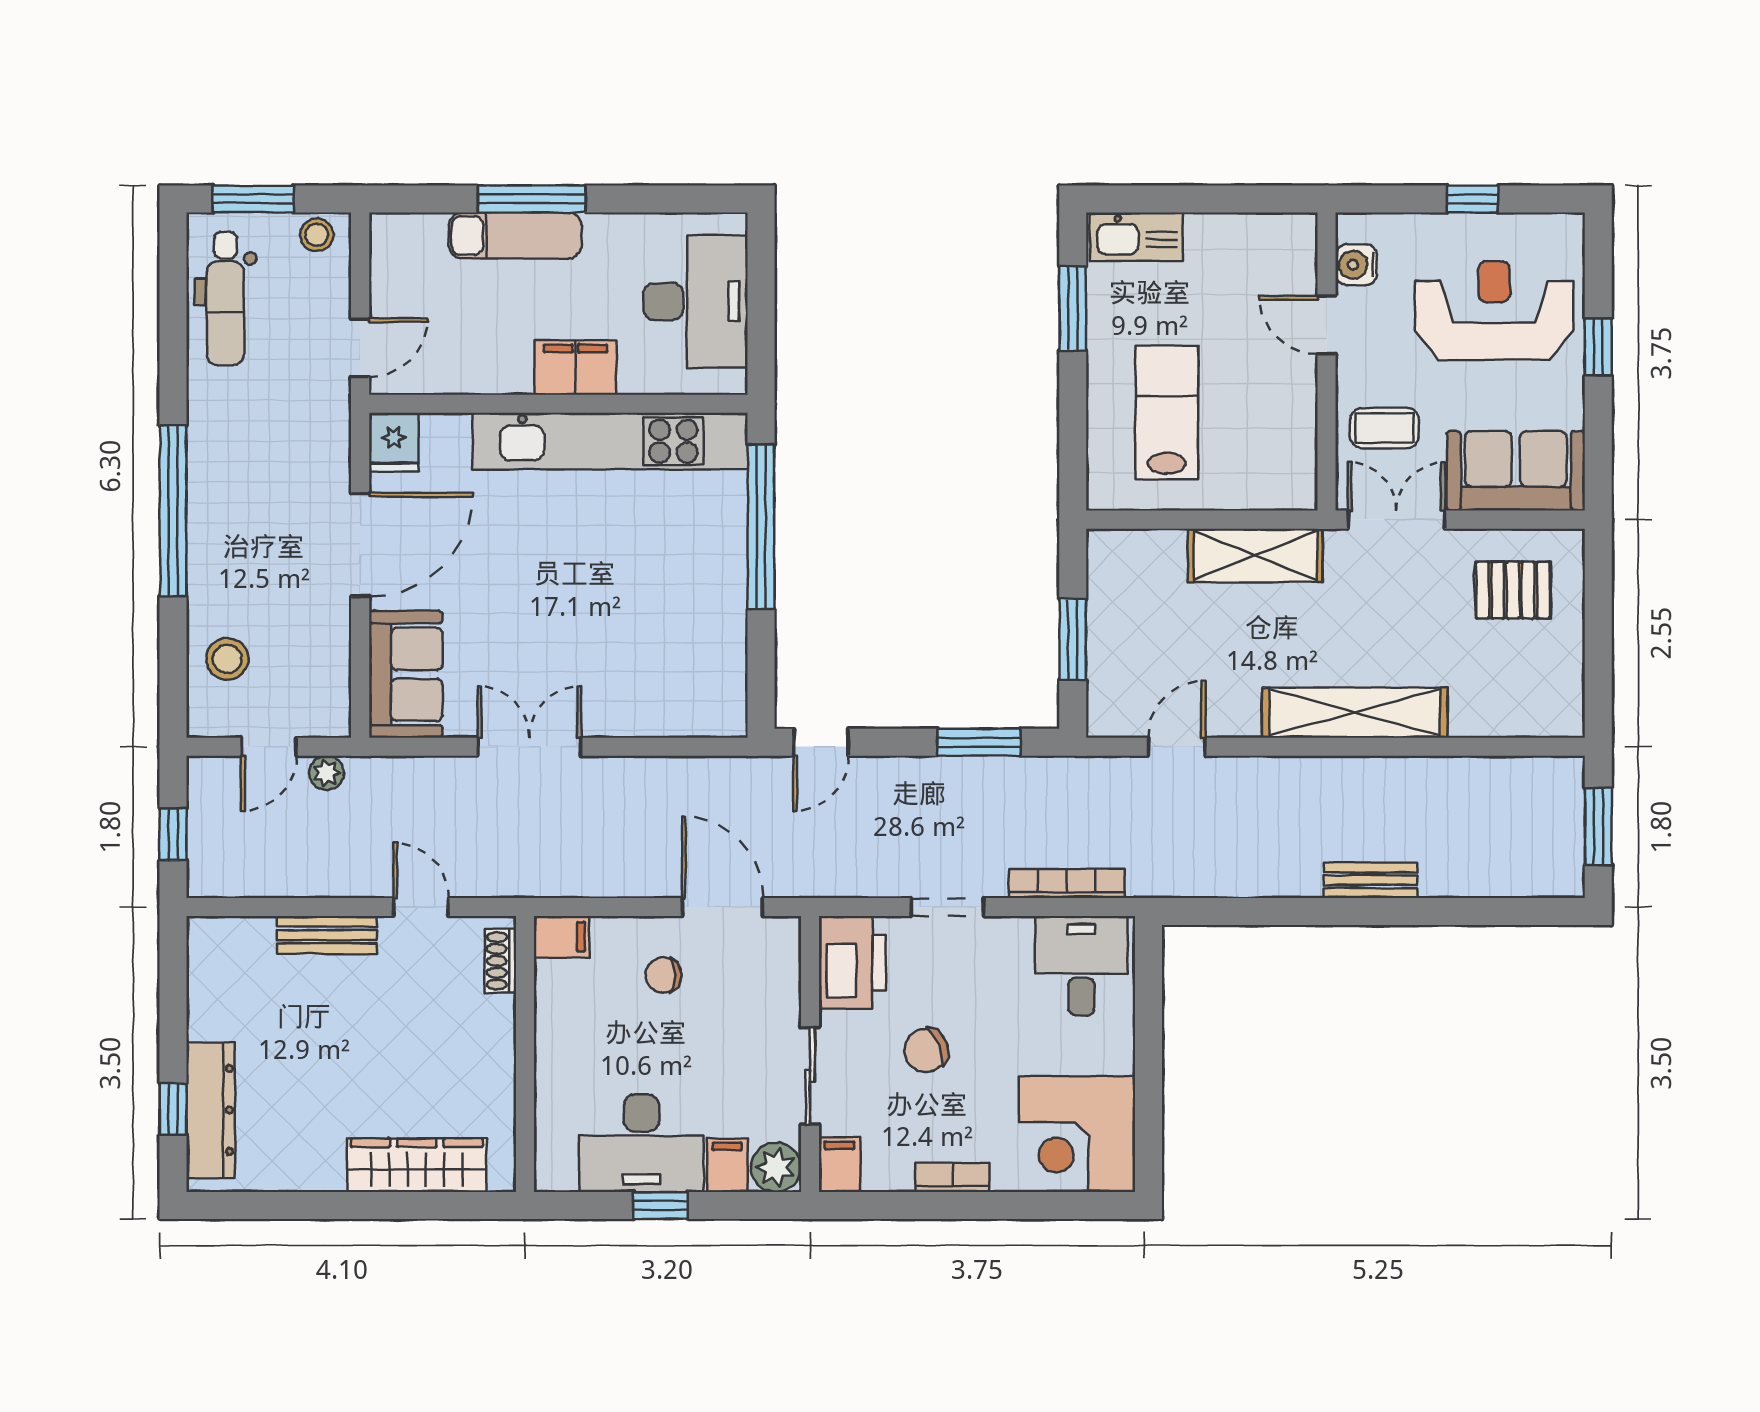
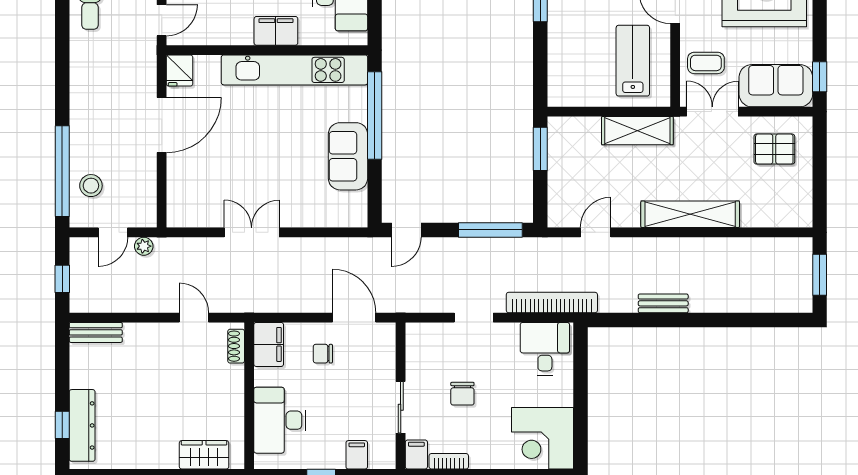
window: (1598, 347) -> (820, 77), moved
lab bench: (1167, 412) -> (633, 61), moved
window: (173, 511) -> (62, 171), moved
window: (1073, 639) -> (540, 149), moved
sofa: (406, 674) -> (348, 156), moved, turned 180
window: (979, 742) -> (490, 230), width x1.44
bench: (1370, 880) -> (663, 303), moved
bookcase: (1067, 883) -> (552, 303), width x1.48, depth x1.31
bench: (327, 935) -> (96, 332), moved
filing cabinet: (562, 937) -> (269, 344), width x2.00
printer: (852, 962) -> (423, 347), removed
chair: (926, 1050) -> (462, 394), turned -68
desk: (641, 1143) -> (280, 420), moved, turned 90
wardrobe: (417, 1165) -> (204, 455), width x0.67
plant: (776, 1167) -> (383, 456), removed
bookcase: (953, 1177) -> (449, 461), moved

